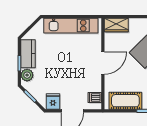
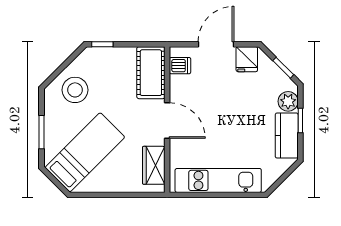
wardrobe: (116, 25) -> (154, 165), moved, turned -90
door: (103, 63) -> (167, 121), swing flipped
cot: (125, 101) -> (151, 73), moved, turned 90

